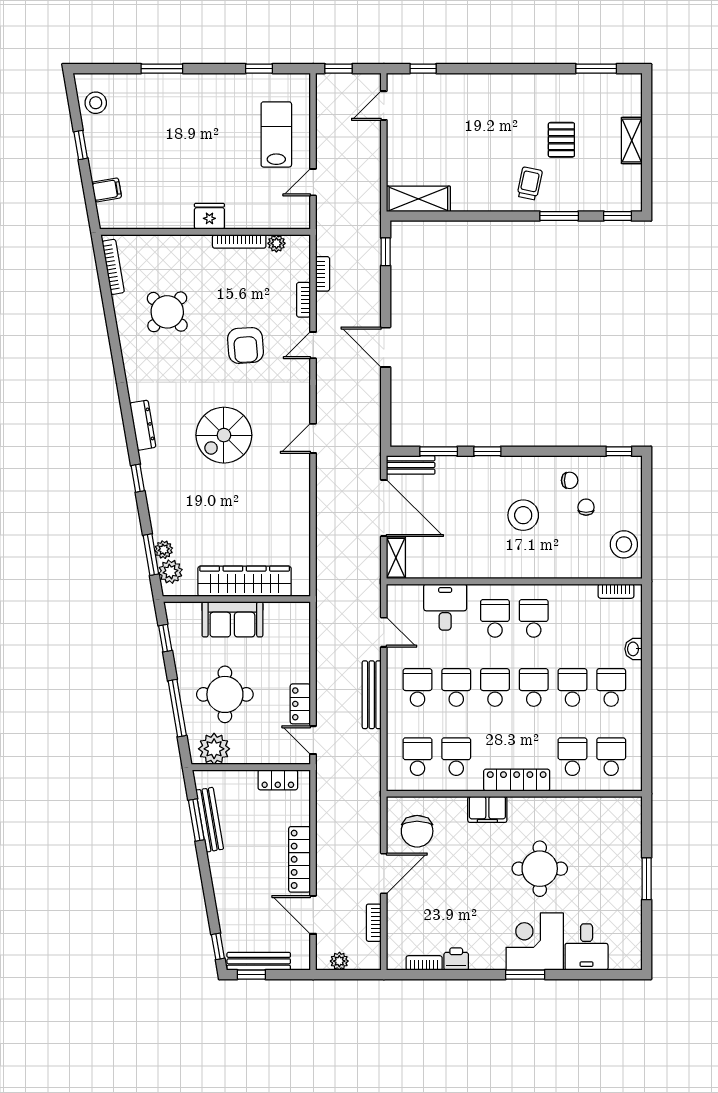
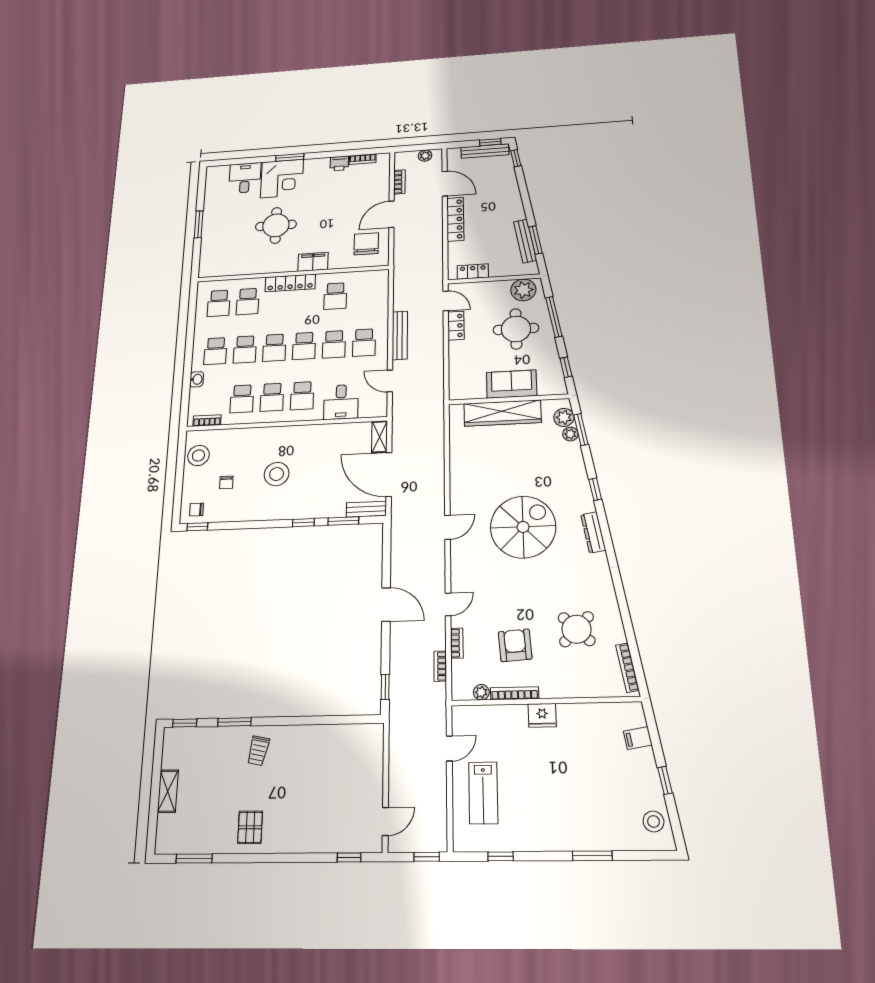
pallet: (561, 140) -> (250, 827), moved
shelving: (418, 199) -> (356, 735), removed
armchair: (245, 345) -> (515, 645), moved
spiral stairs: (224, 435) -> (523, 527), width x1.37, depth x1.37
chair: (570, 480) -> (197, 510), moved
school desk: (417, 757) -> (242, 399), moved

